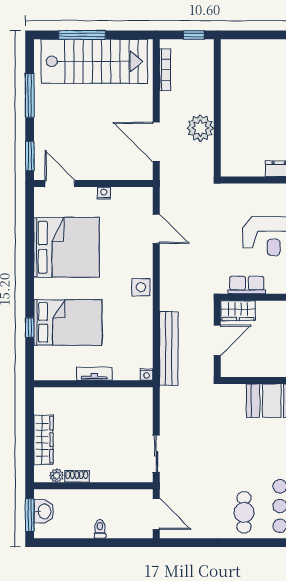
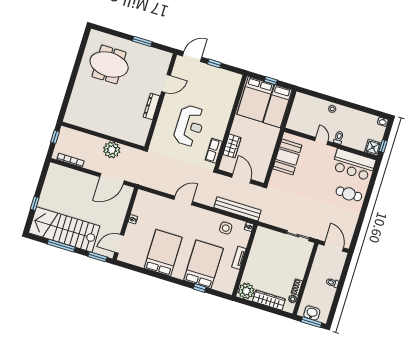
window: (82, 35) -> (35, 203), width x0.46
stairs: (94, 61) -> (64, 229), moved, turned -90
door: (156, 229) -> (183, 201), moved
bed: (66, 247) -> (163, 253), width x0.73
side table: (141, 287) -> (226, 228), moved
wardrobe: (238, 311) -> (232, 146), moved
plant: (47, 400) -> (246, 291), added
door: (156, 514) -> (334, 247), hinge flipped

